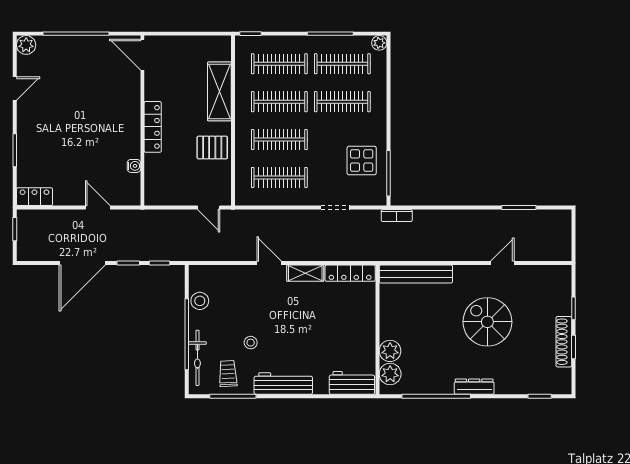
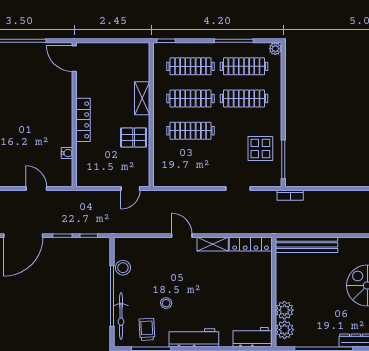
shelving: (219, 91) -> (142, 98), width x0.67, depth x0.75
clothes rail: (279, 177) -> (190, 163), removed
door: (209, 208) -> (130, 188), hinge flipped

